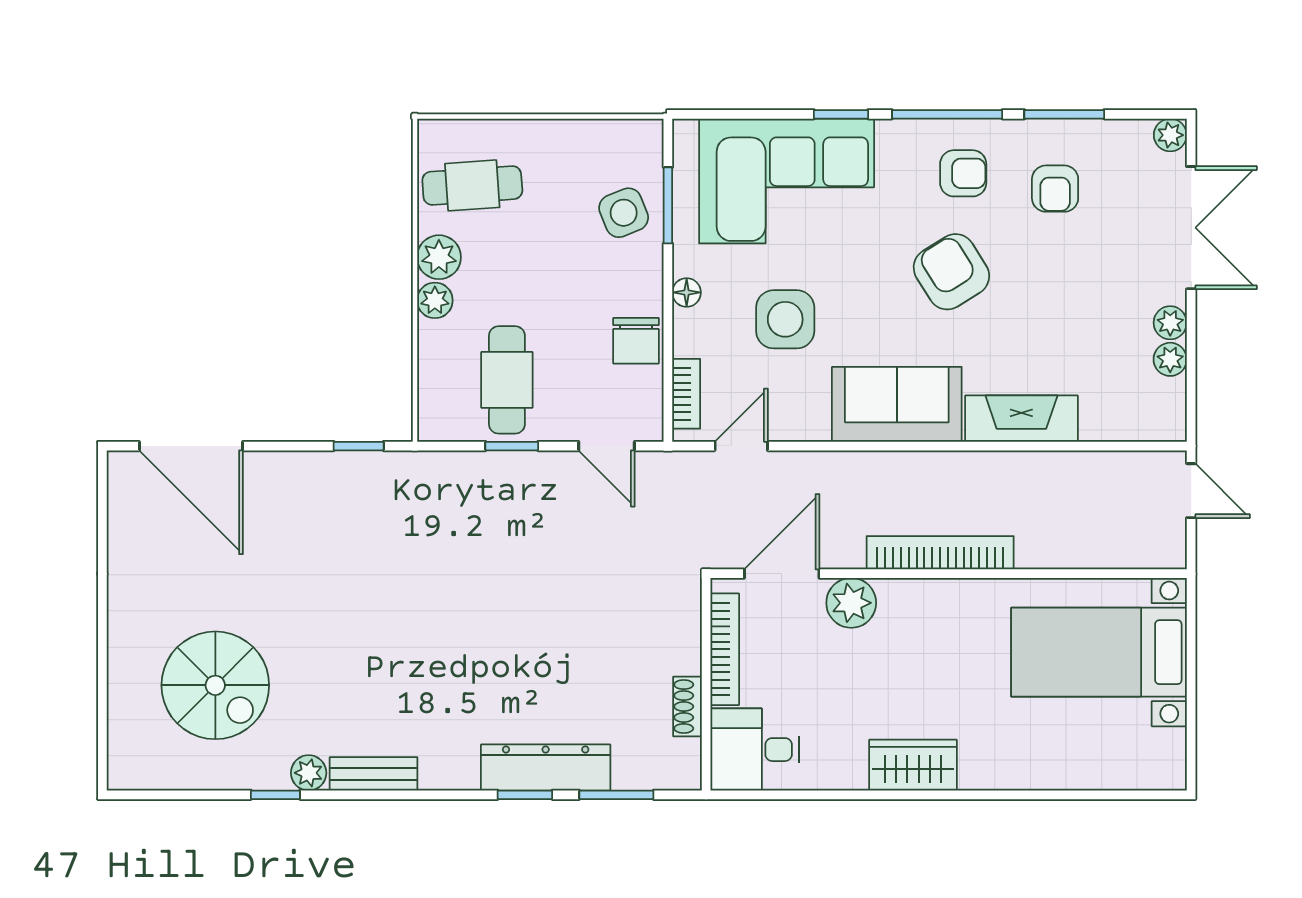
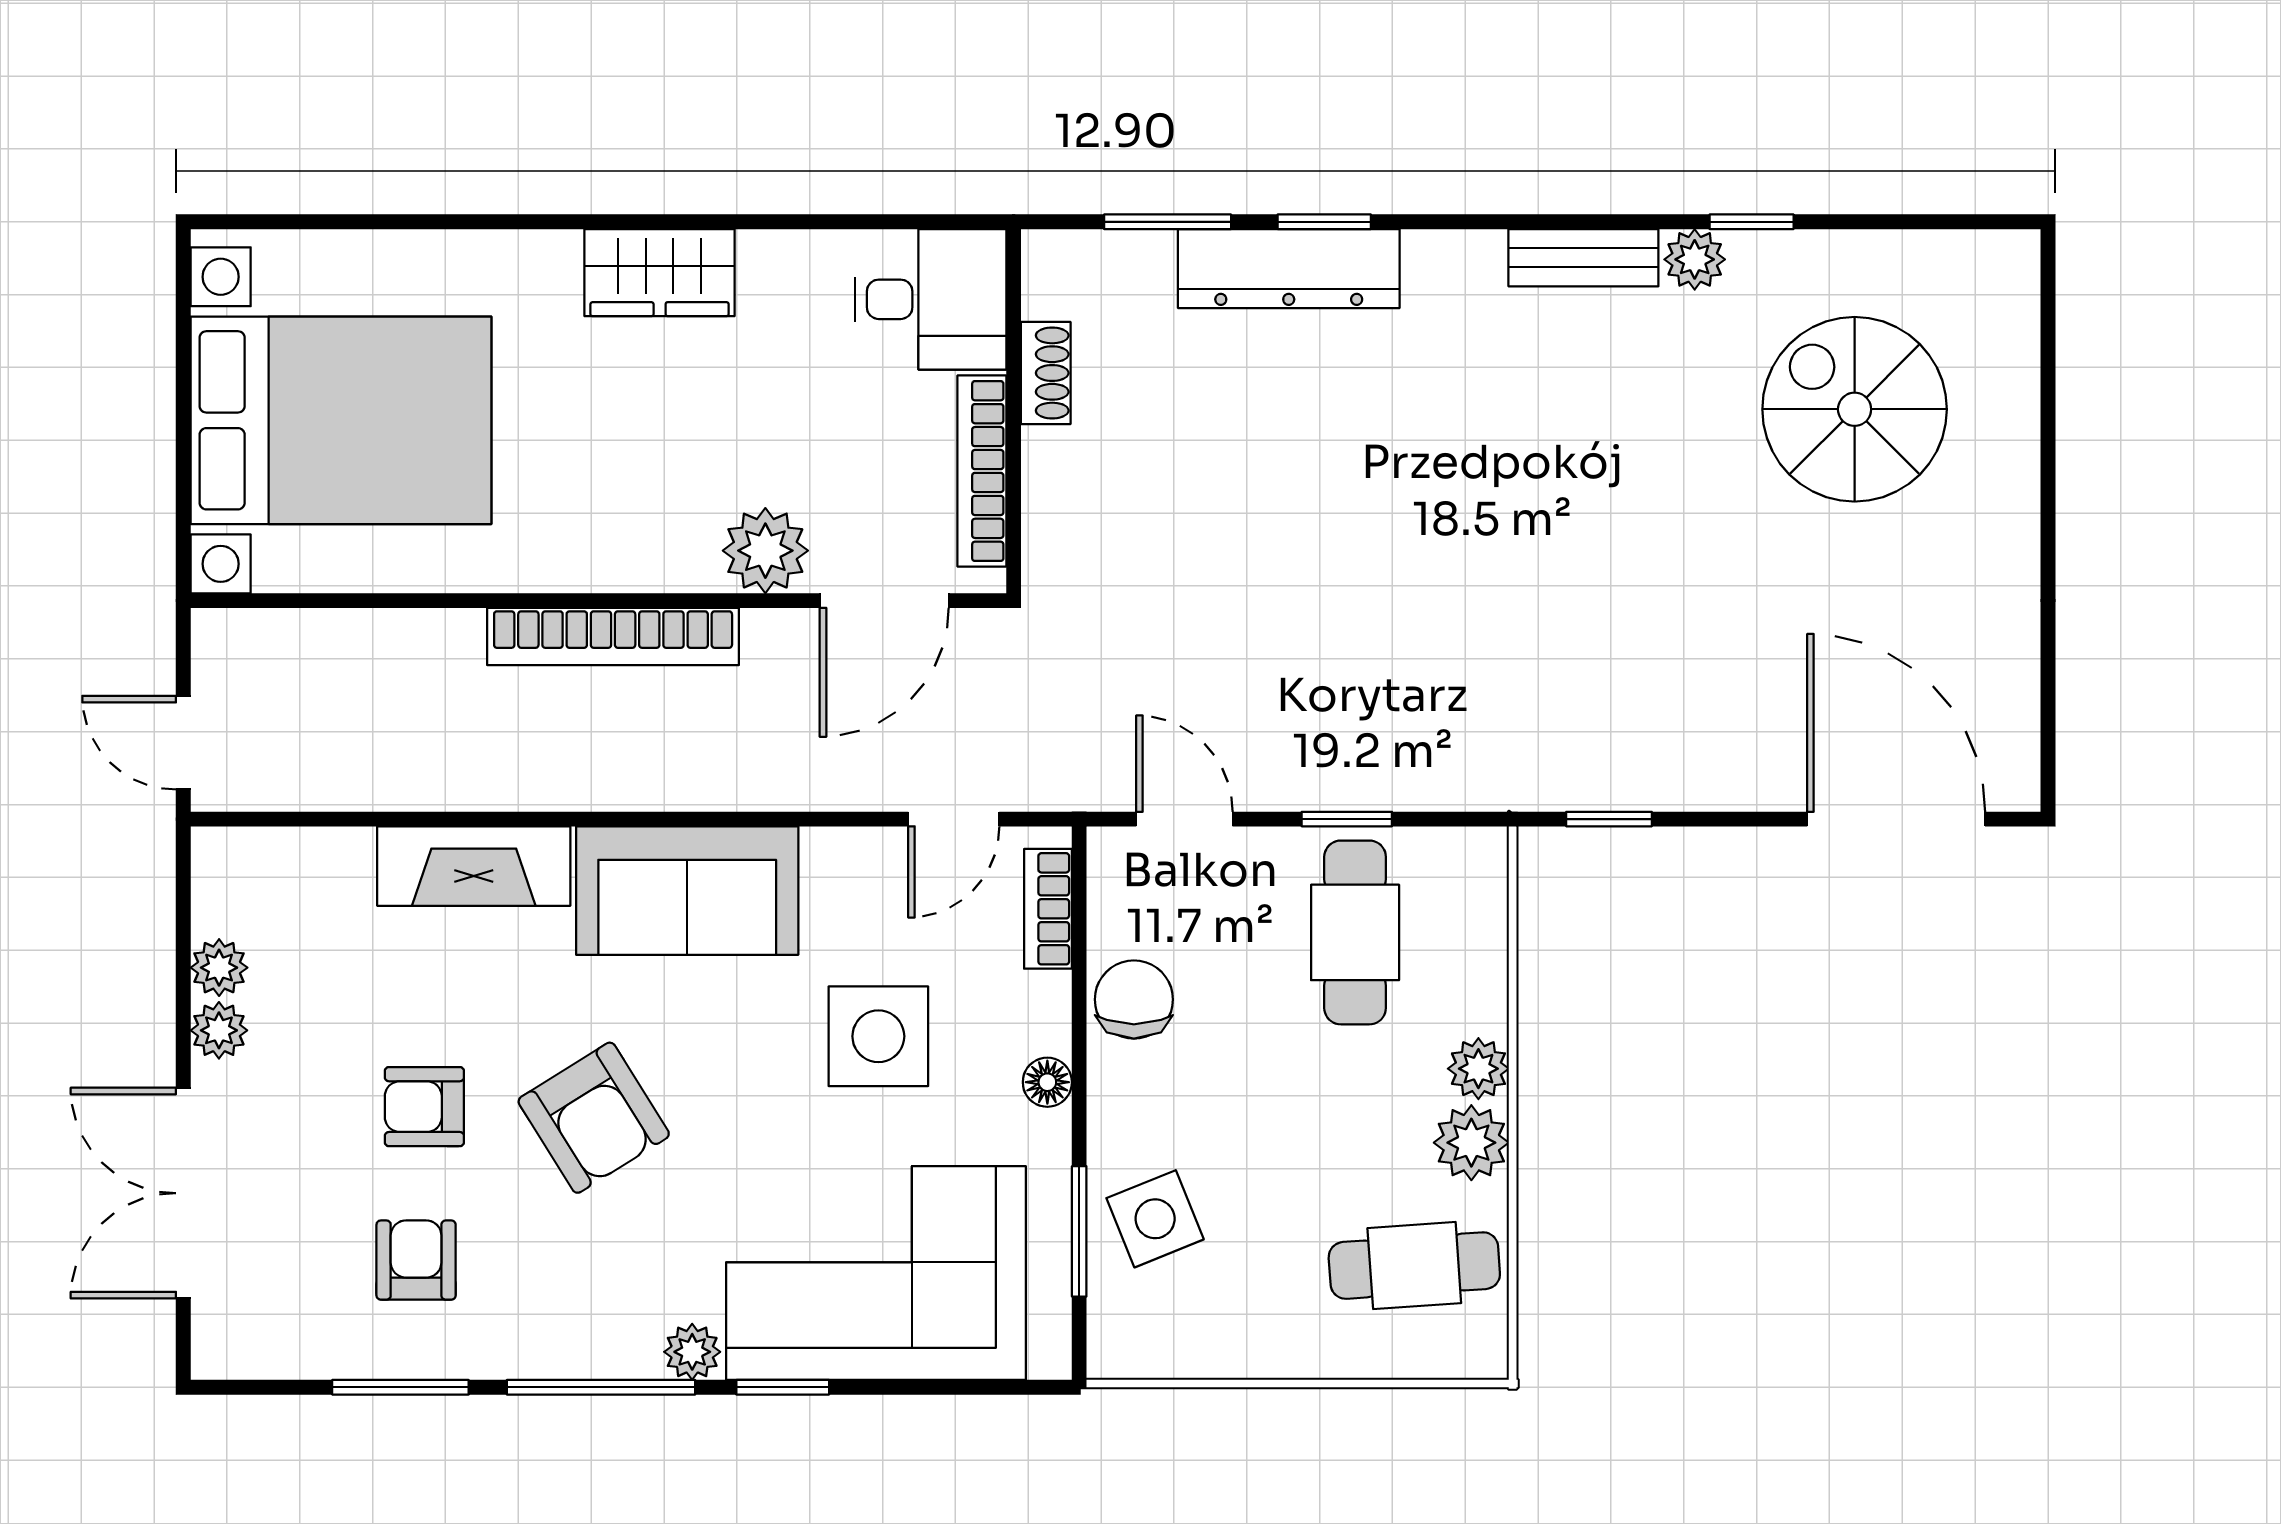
plant: (1170, 135) -> (692, 1352), moved
armchair: (963, 173) -> (424, 1107), moved
bed with nightstands: (1099, 652) -> (341, 420), width x1.36

